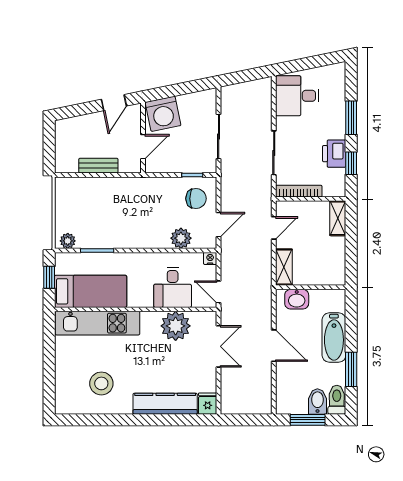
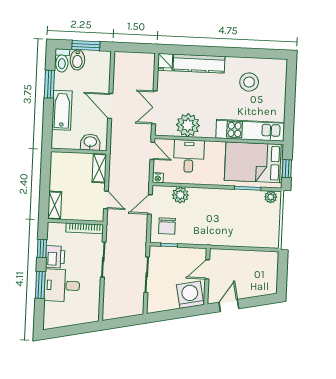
desk: (297, 96) -> (62, 285), moved, turned 180
bench: (98, 166) -> (244, 256), removed
chair: (196, 199) -> (167, 226), turned -90
door: (274, 228) -> (106, 200), swing flipped
bed: (91, 291) -> (254, 162), width x1.50

